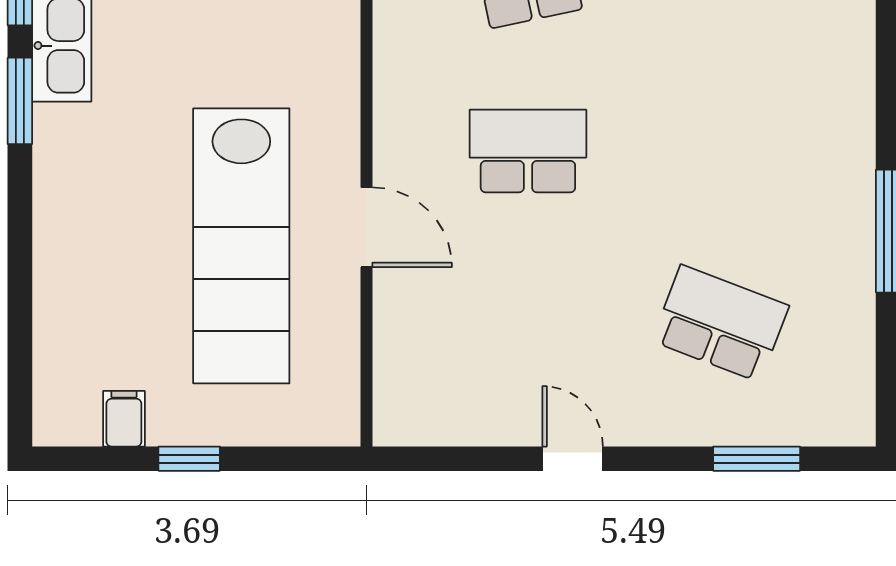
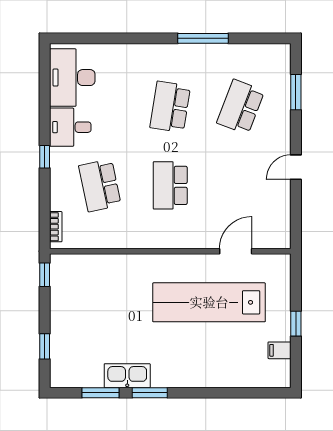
school desk: (720, 151) -> (170, 107), added
door: (366, 227) -> (236, 251), moved
lab bench: (241, 246) -> (209, 302), turned 180

